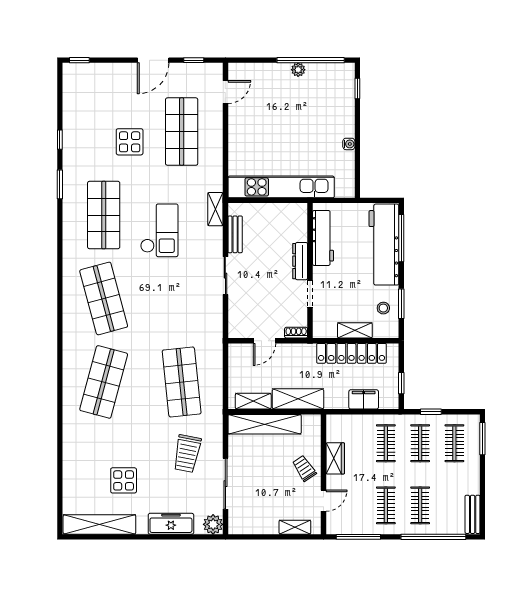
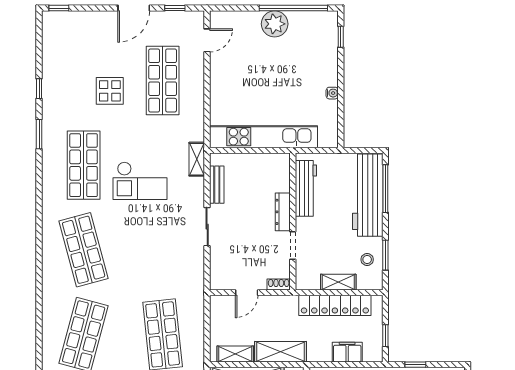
plant: (298, 70) -> (275, 24), width x1.88, depth x1.88
checkout: (159, 230) -> (140, 181), turned 90

